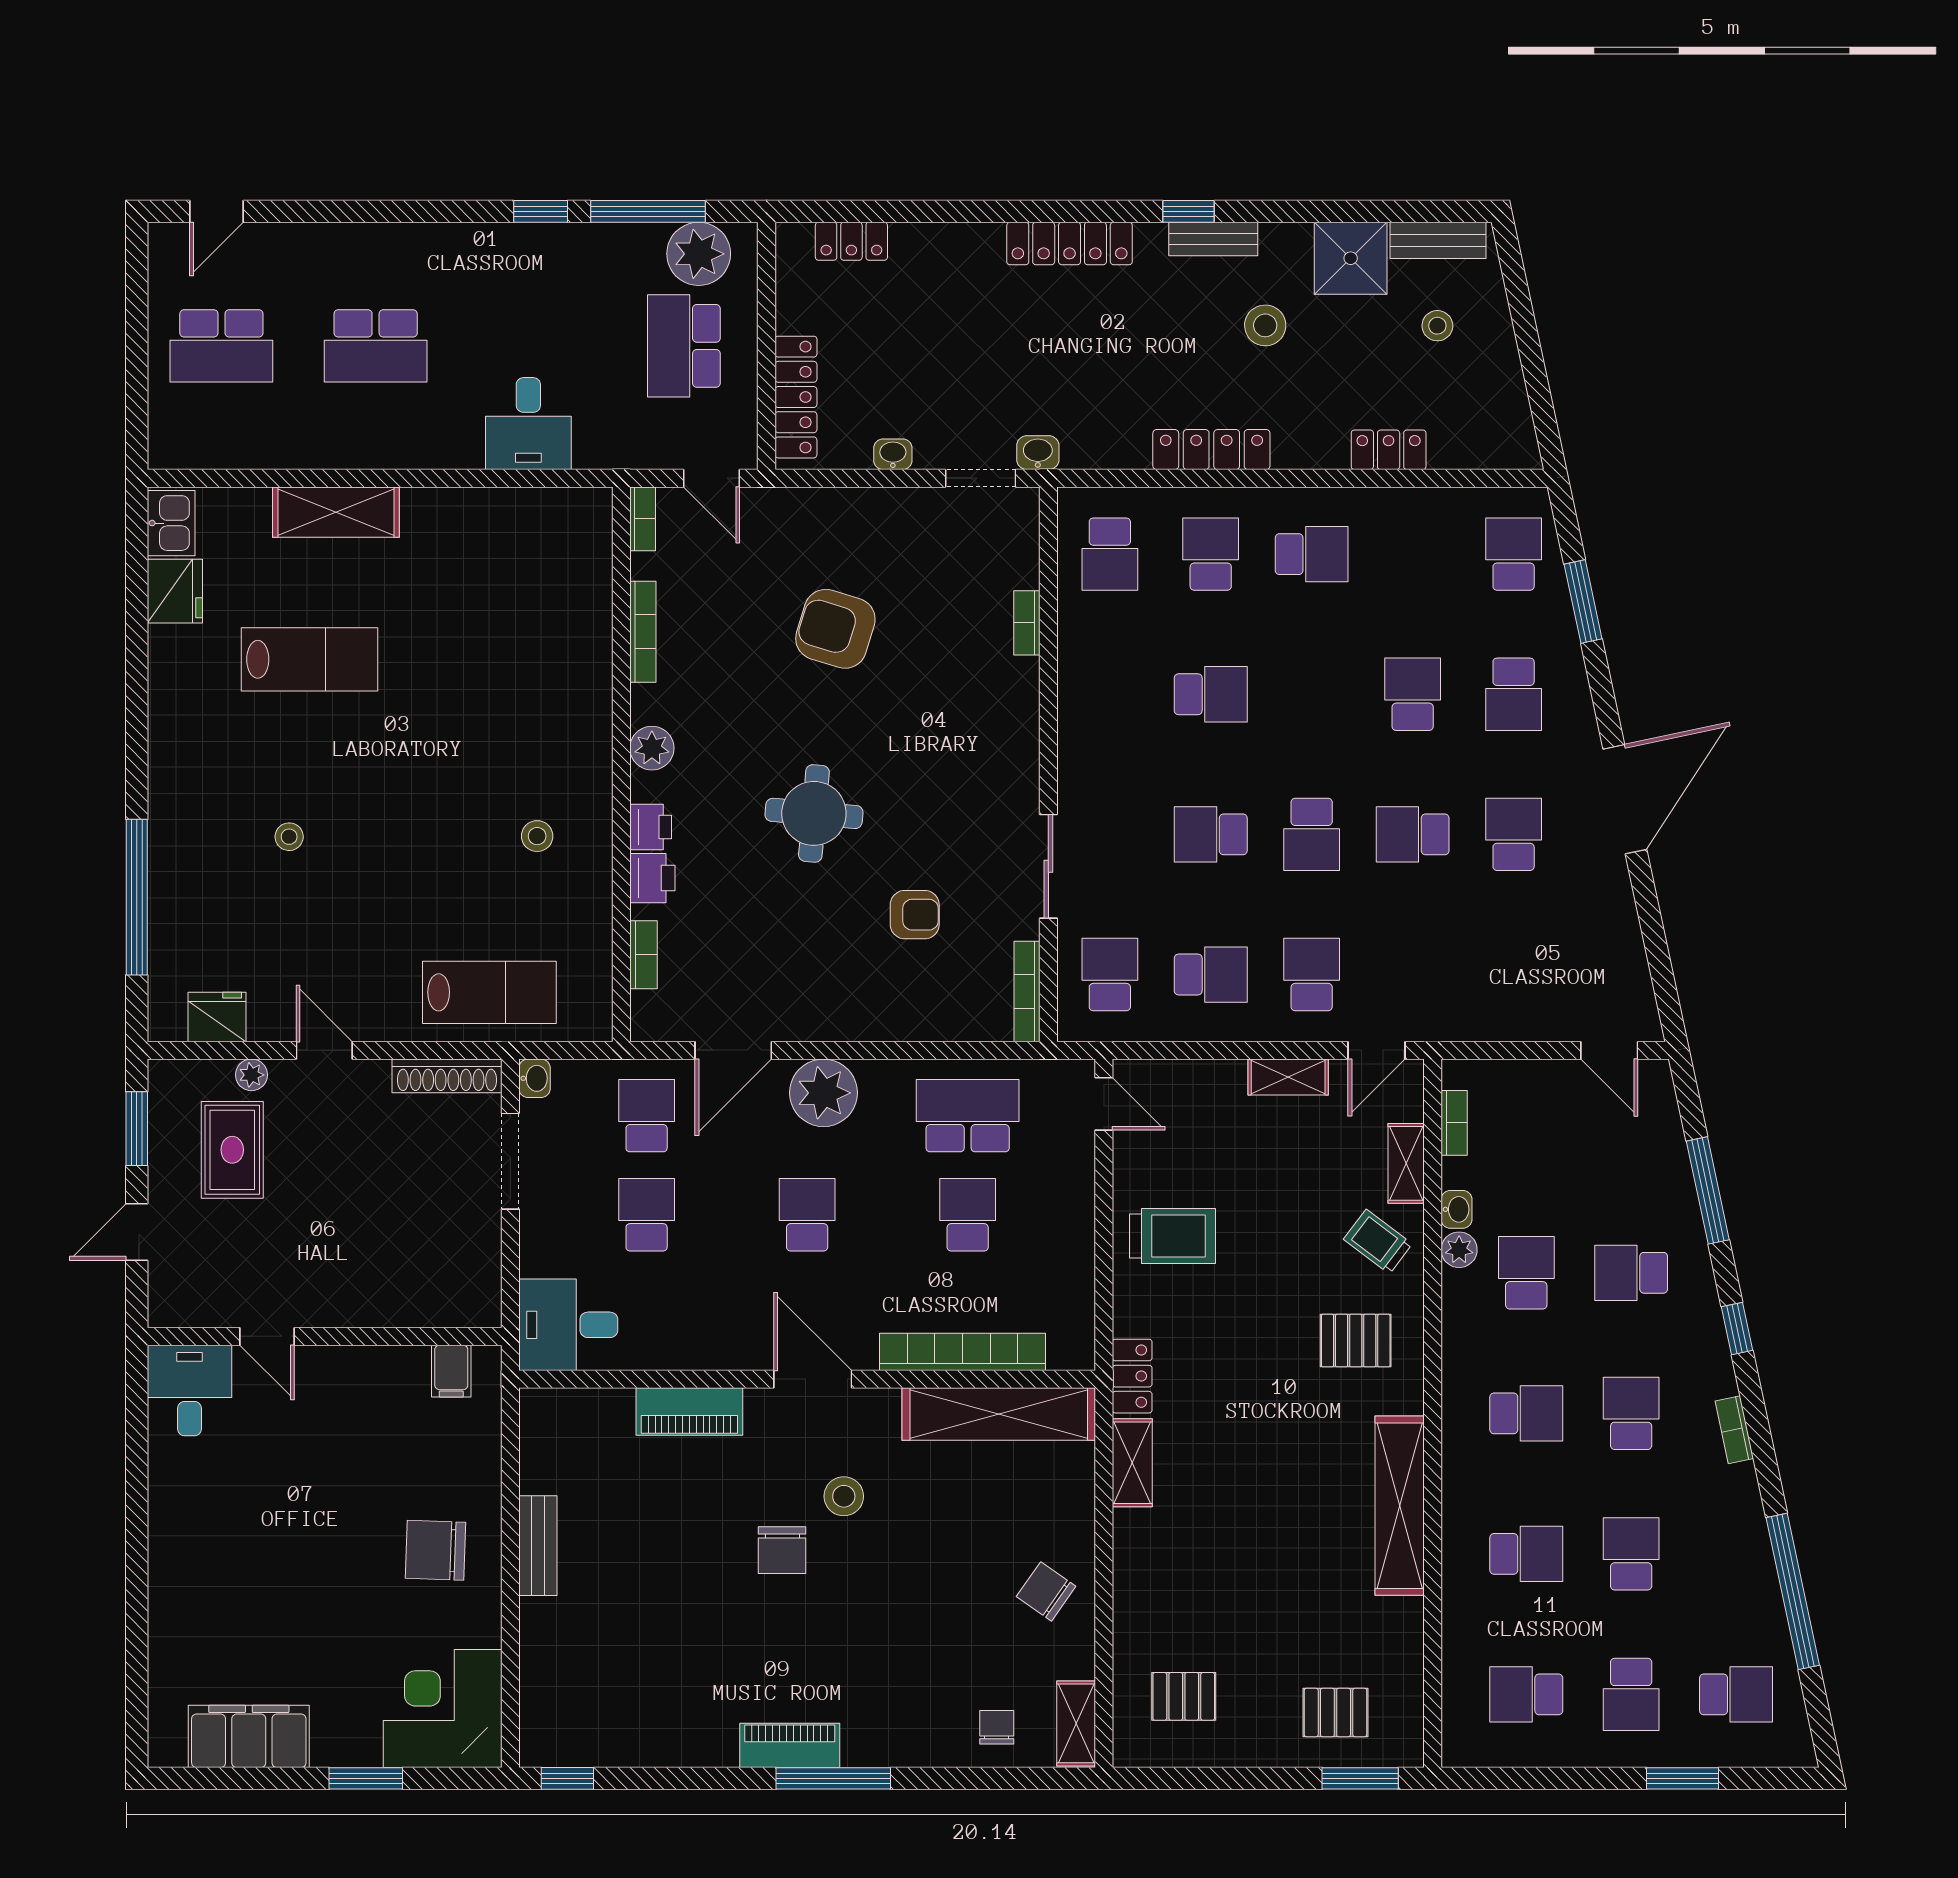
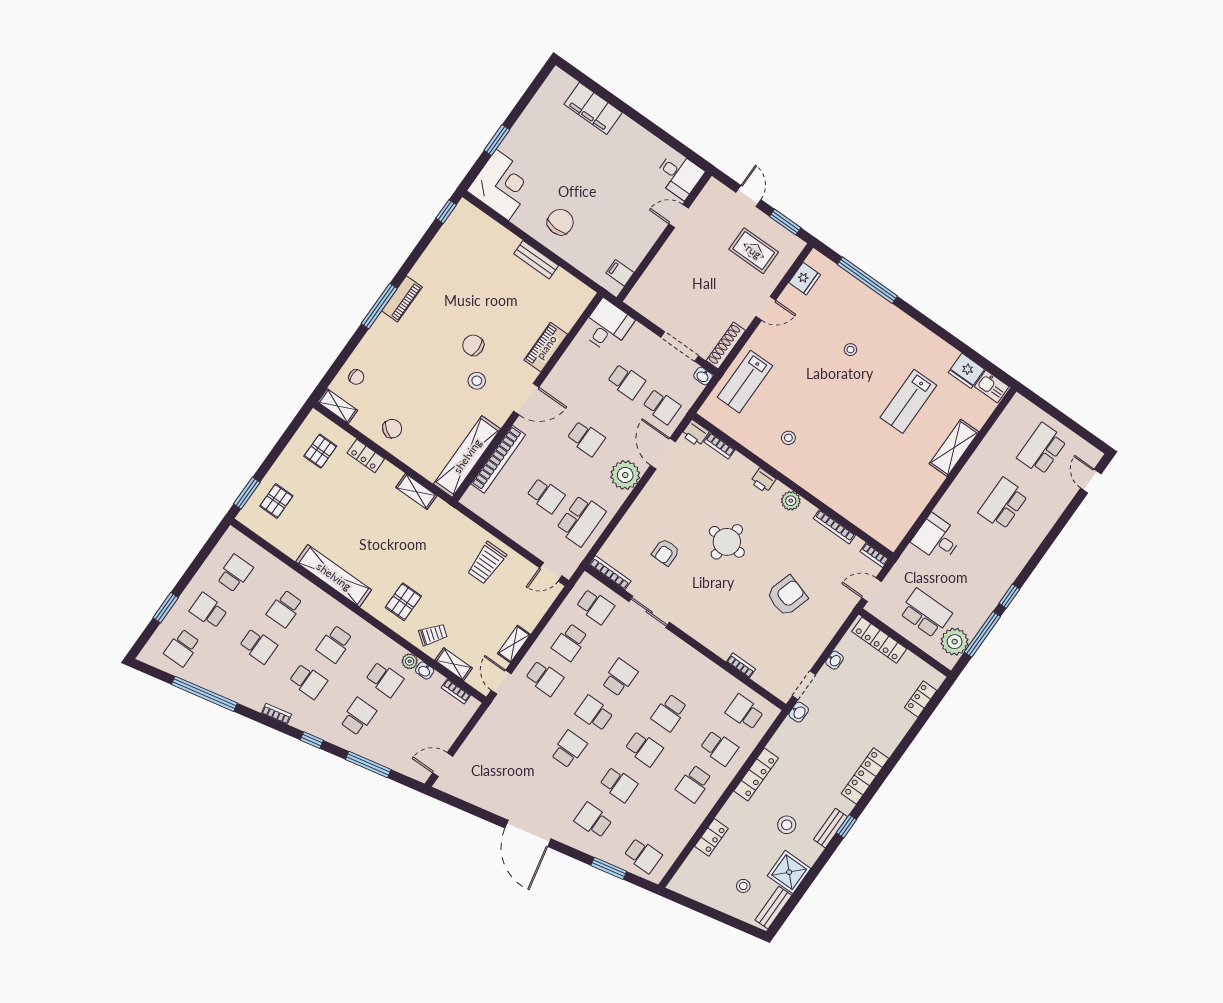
school desk: (1514, 834) -> (644, 749), moved
printer: (652, 878) -> (695, 433), moved
plant: (251, 1075) -> (775, 276), removed
locker: (1132, 1376) -> (366, 456), moved
filing cabinet: (249, 1736) -> (593, 108), moved, turned 90

